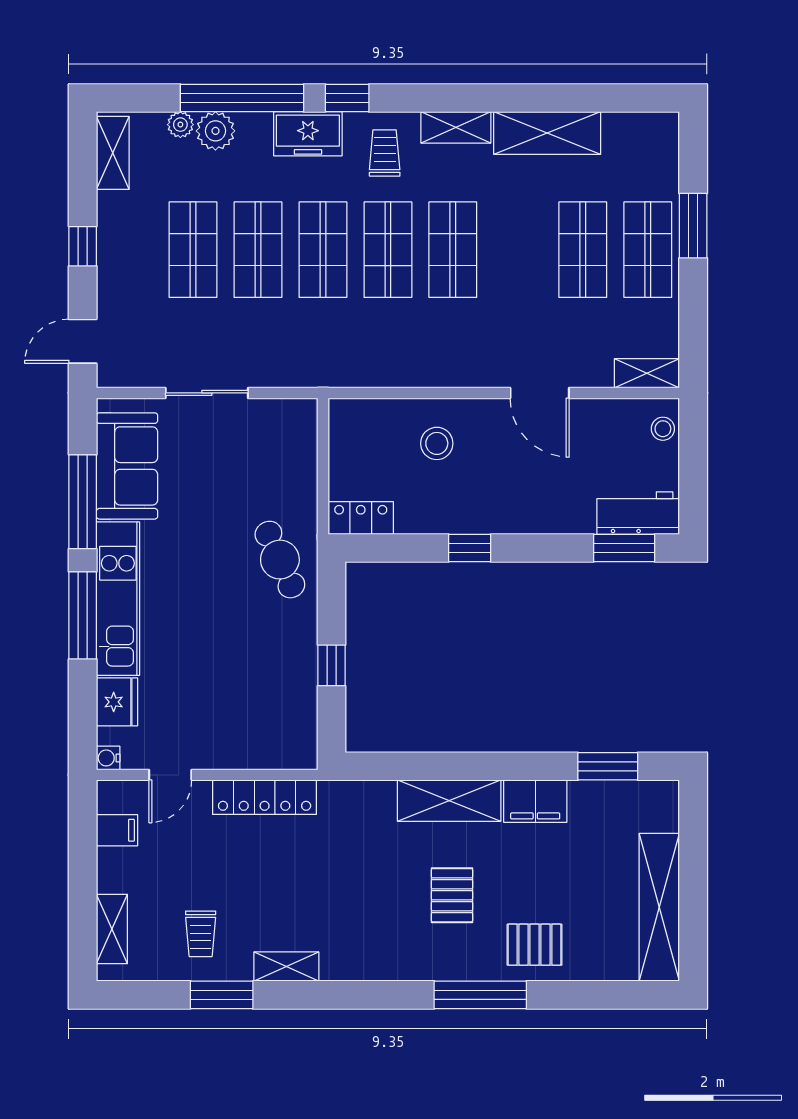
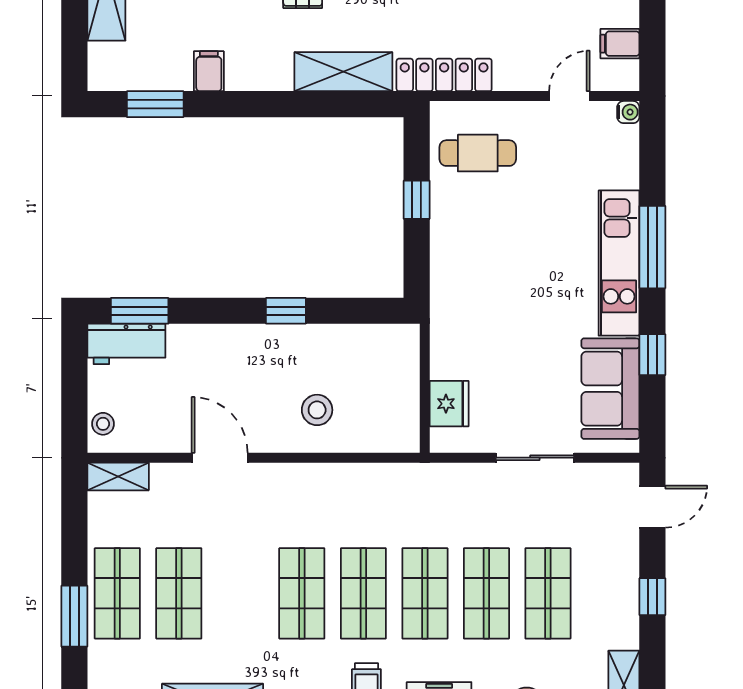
window: (83, 502) -> (652, 355), width x0.46
locker: (361, 518) -> (389, 339), removed
cafe table: (280, 560) -> (478, 153), moved, turned -66
fridge: (117, 702) -> (449, 404), moved, turned 180
locker: (265, 797) -> (444, 75), moved
shelving: (449, 801) -> (343, 72), moved
filing cabinet: (535, 801) -> (209, 71), width x0.50

